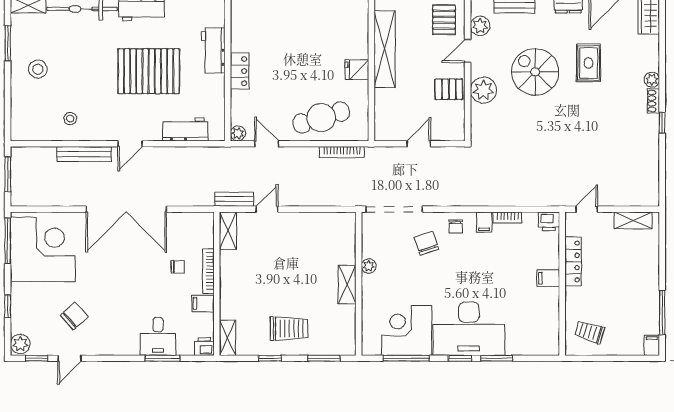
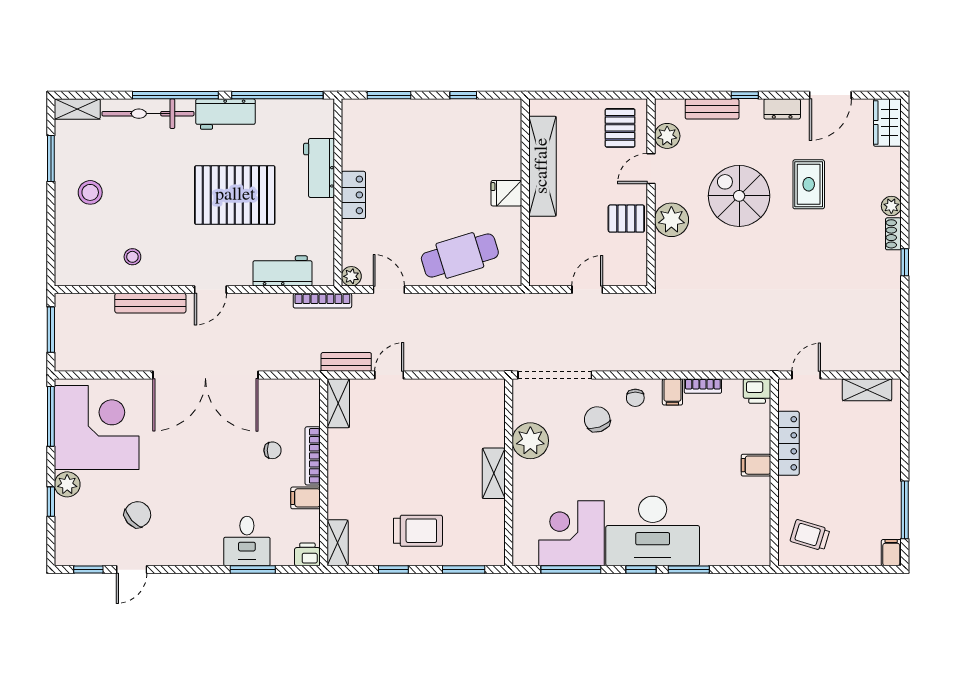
bookcase: (342, 152) -> (322, 301), moved
plant: (369, 266) -> (530, 441), width x1.88, depth x1.88
plant: (20, 344) -> (67, 484), moved

